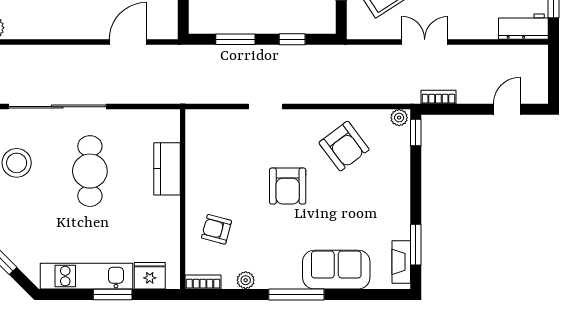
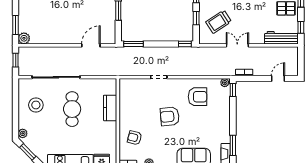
workbench: (523, 27) -> (281, 38), width x1.38
window: (235, 39) -> (133, 44), moved
window: (292, 39) -> (185, 44), moved
armchair: (344, 146) -> (198, 97), turned -53
armchair: (288, 186) -> (170, 116), turned 85

